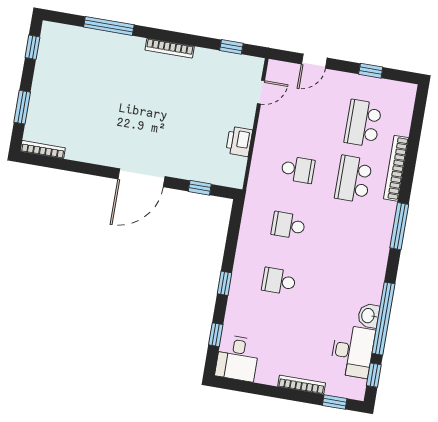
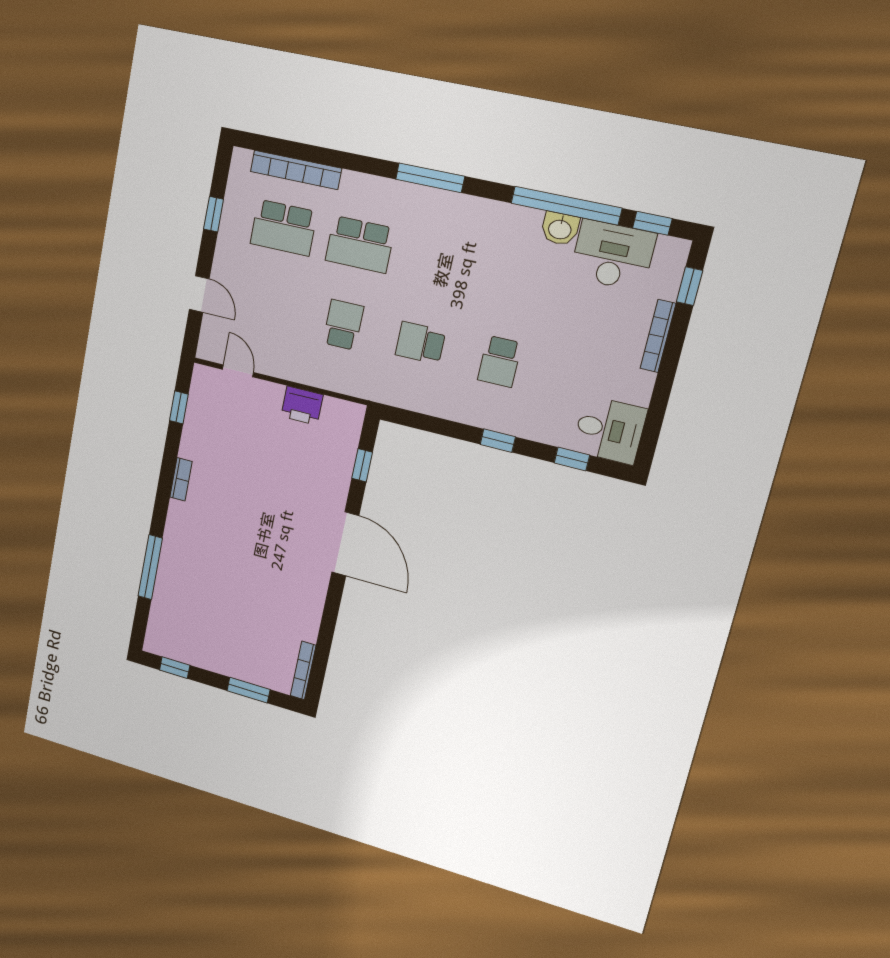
bookcase: (170, 48) -> (181, 479), width x0.64
bookcase: (396, 168) -> (296, 170), moved
school desk: (288, 225) -> (420, 343), turned 90

